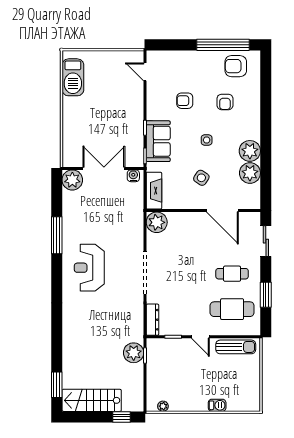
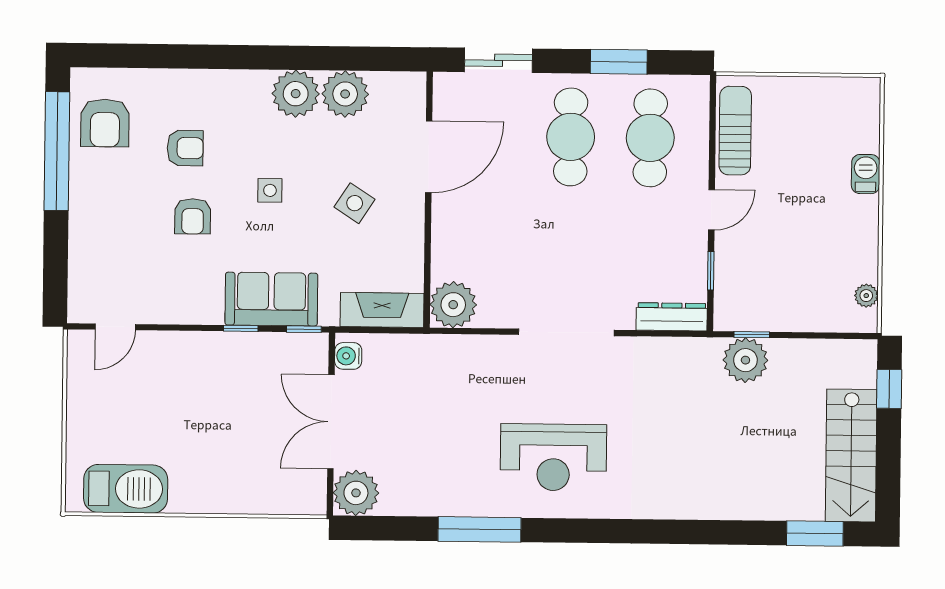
armchair: (185, 101) -> (193, 216), moved
cafe table: (232, 274) -> (571, 137), width x1.37, depth x1.35

